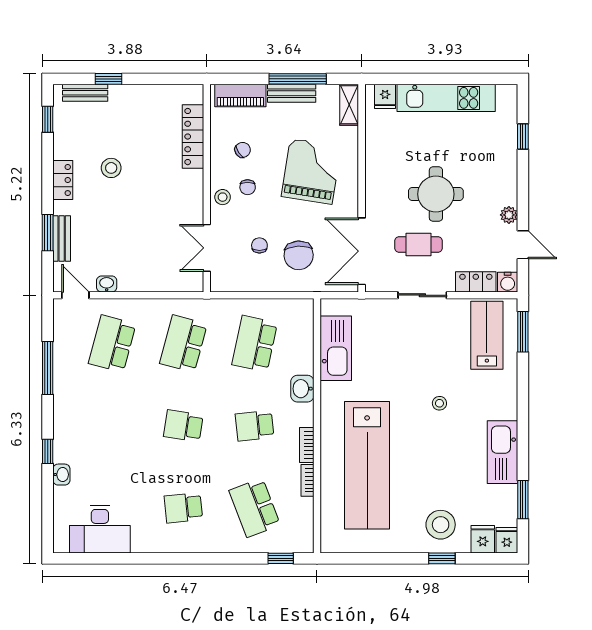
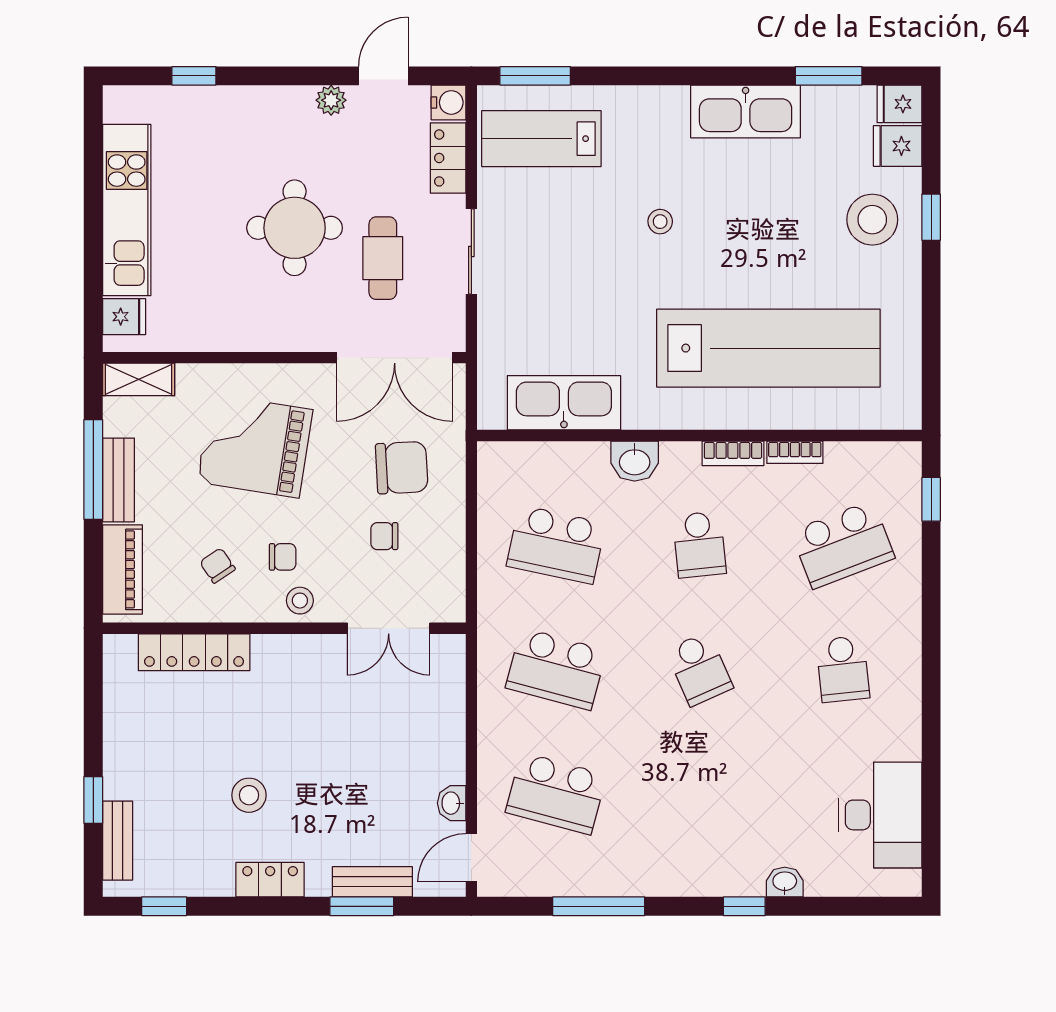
school desk: (183, 426) -> (699, 669), turned -33

